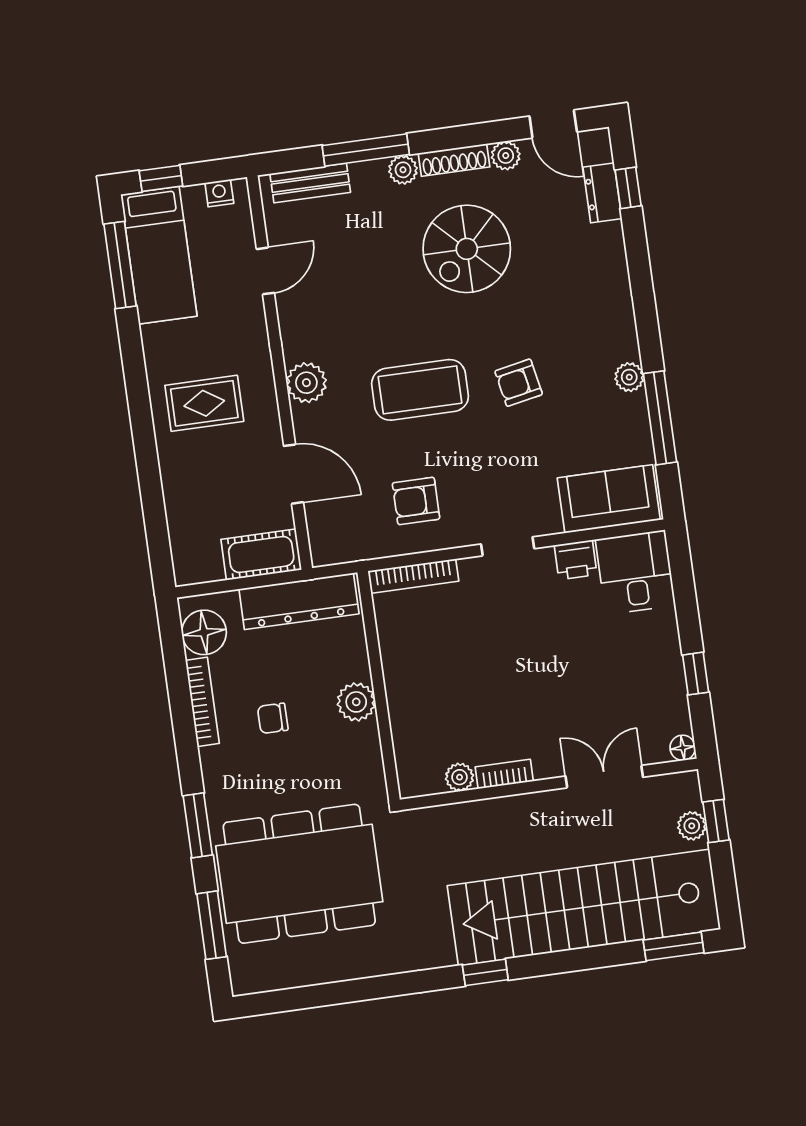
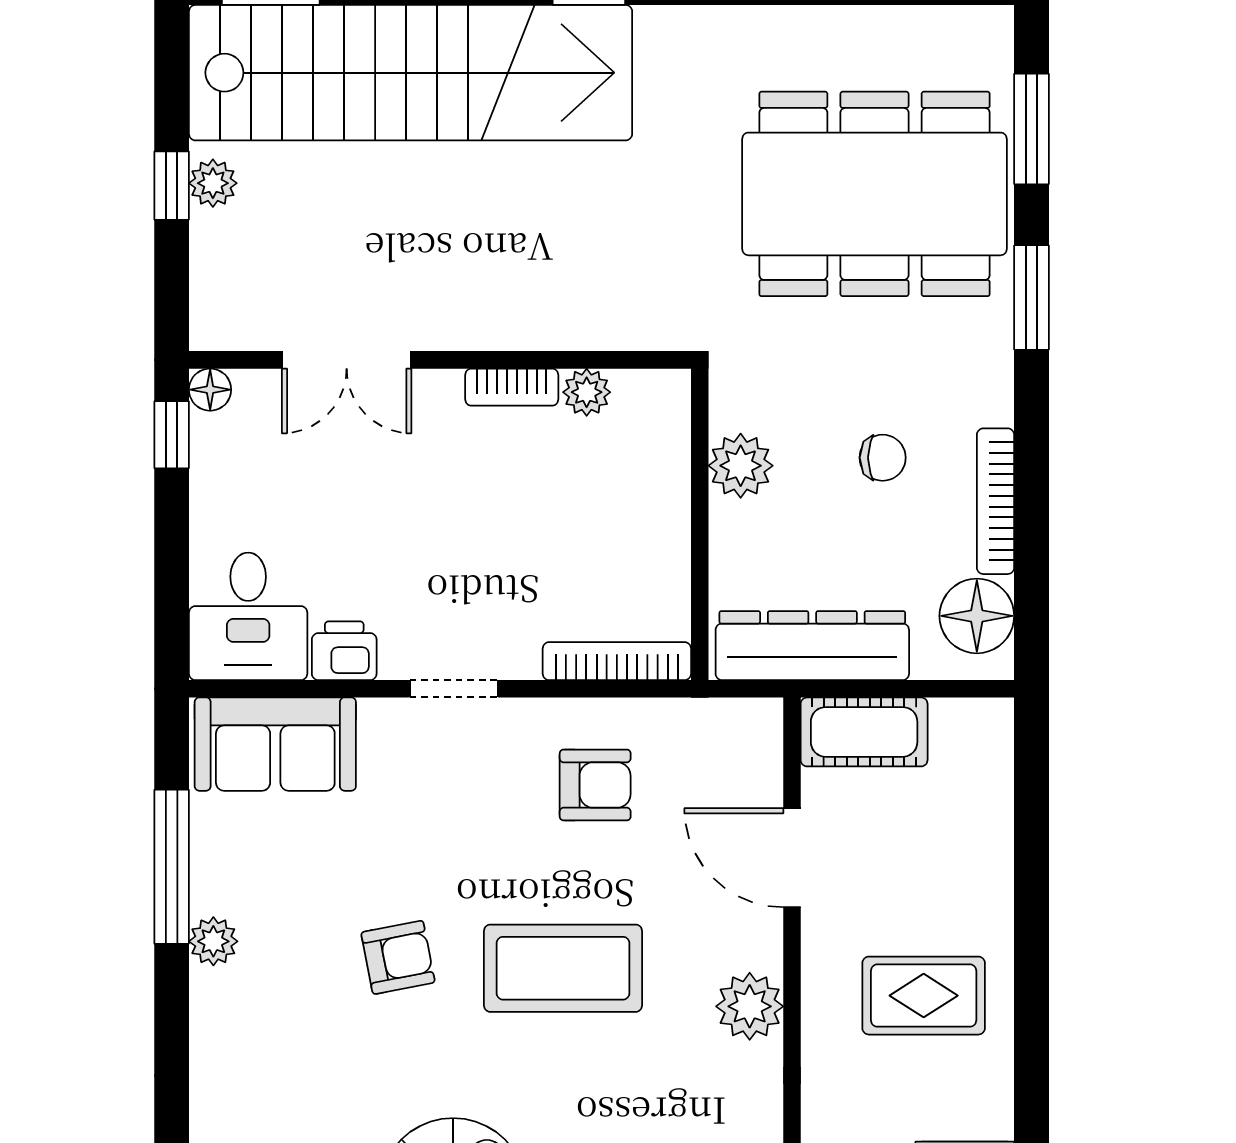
floor lamp: (683, 748) -> (210, 390), moved
bookcase: (504, 774) -> (512, 387), moved
plant: (460, 777) -> (587, 392), moved
double door: (604, 777) -> (347, 360), moved
wall: (549, 784) -> (440, 360), moved

